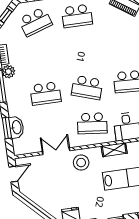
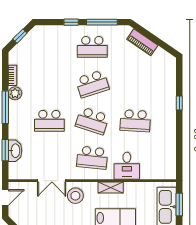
school desk: (35, 22) -> (92, 84), moved
double door: (56, 151) -> (52, 181), swing flipped

